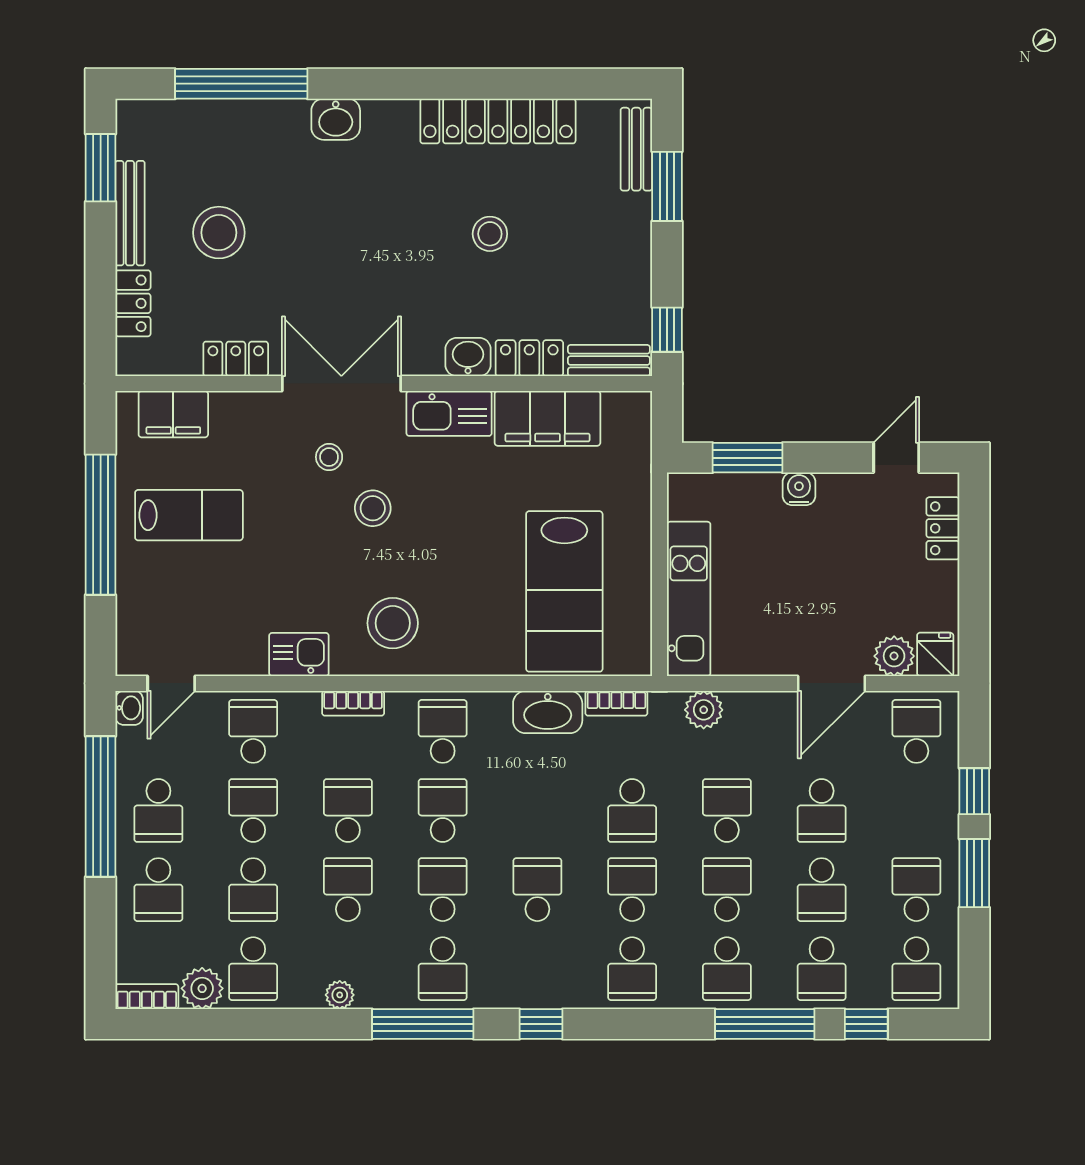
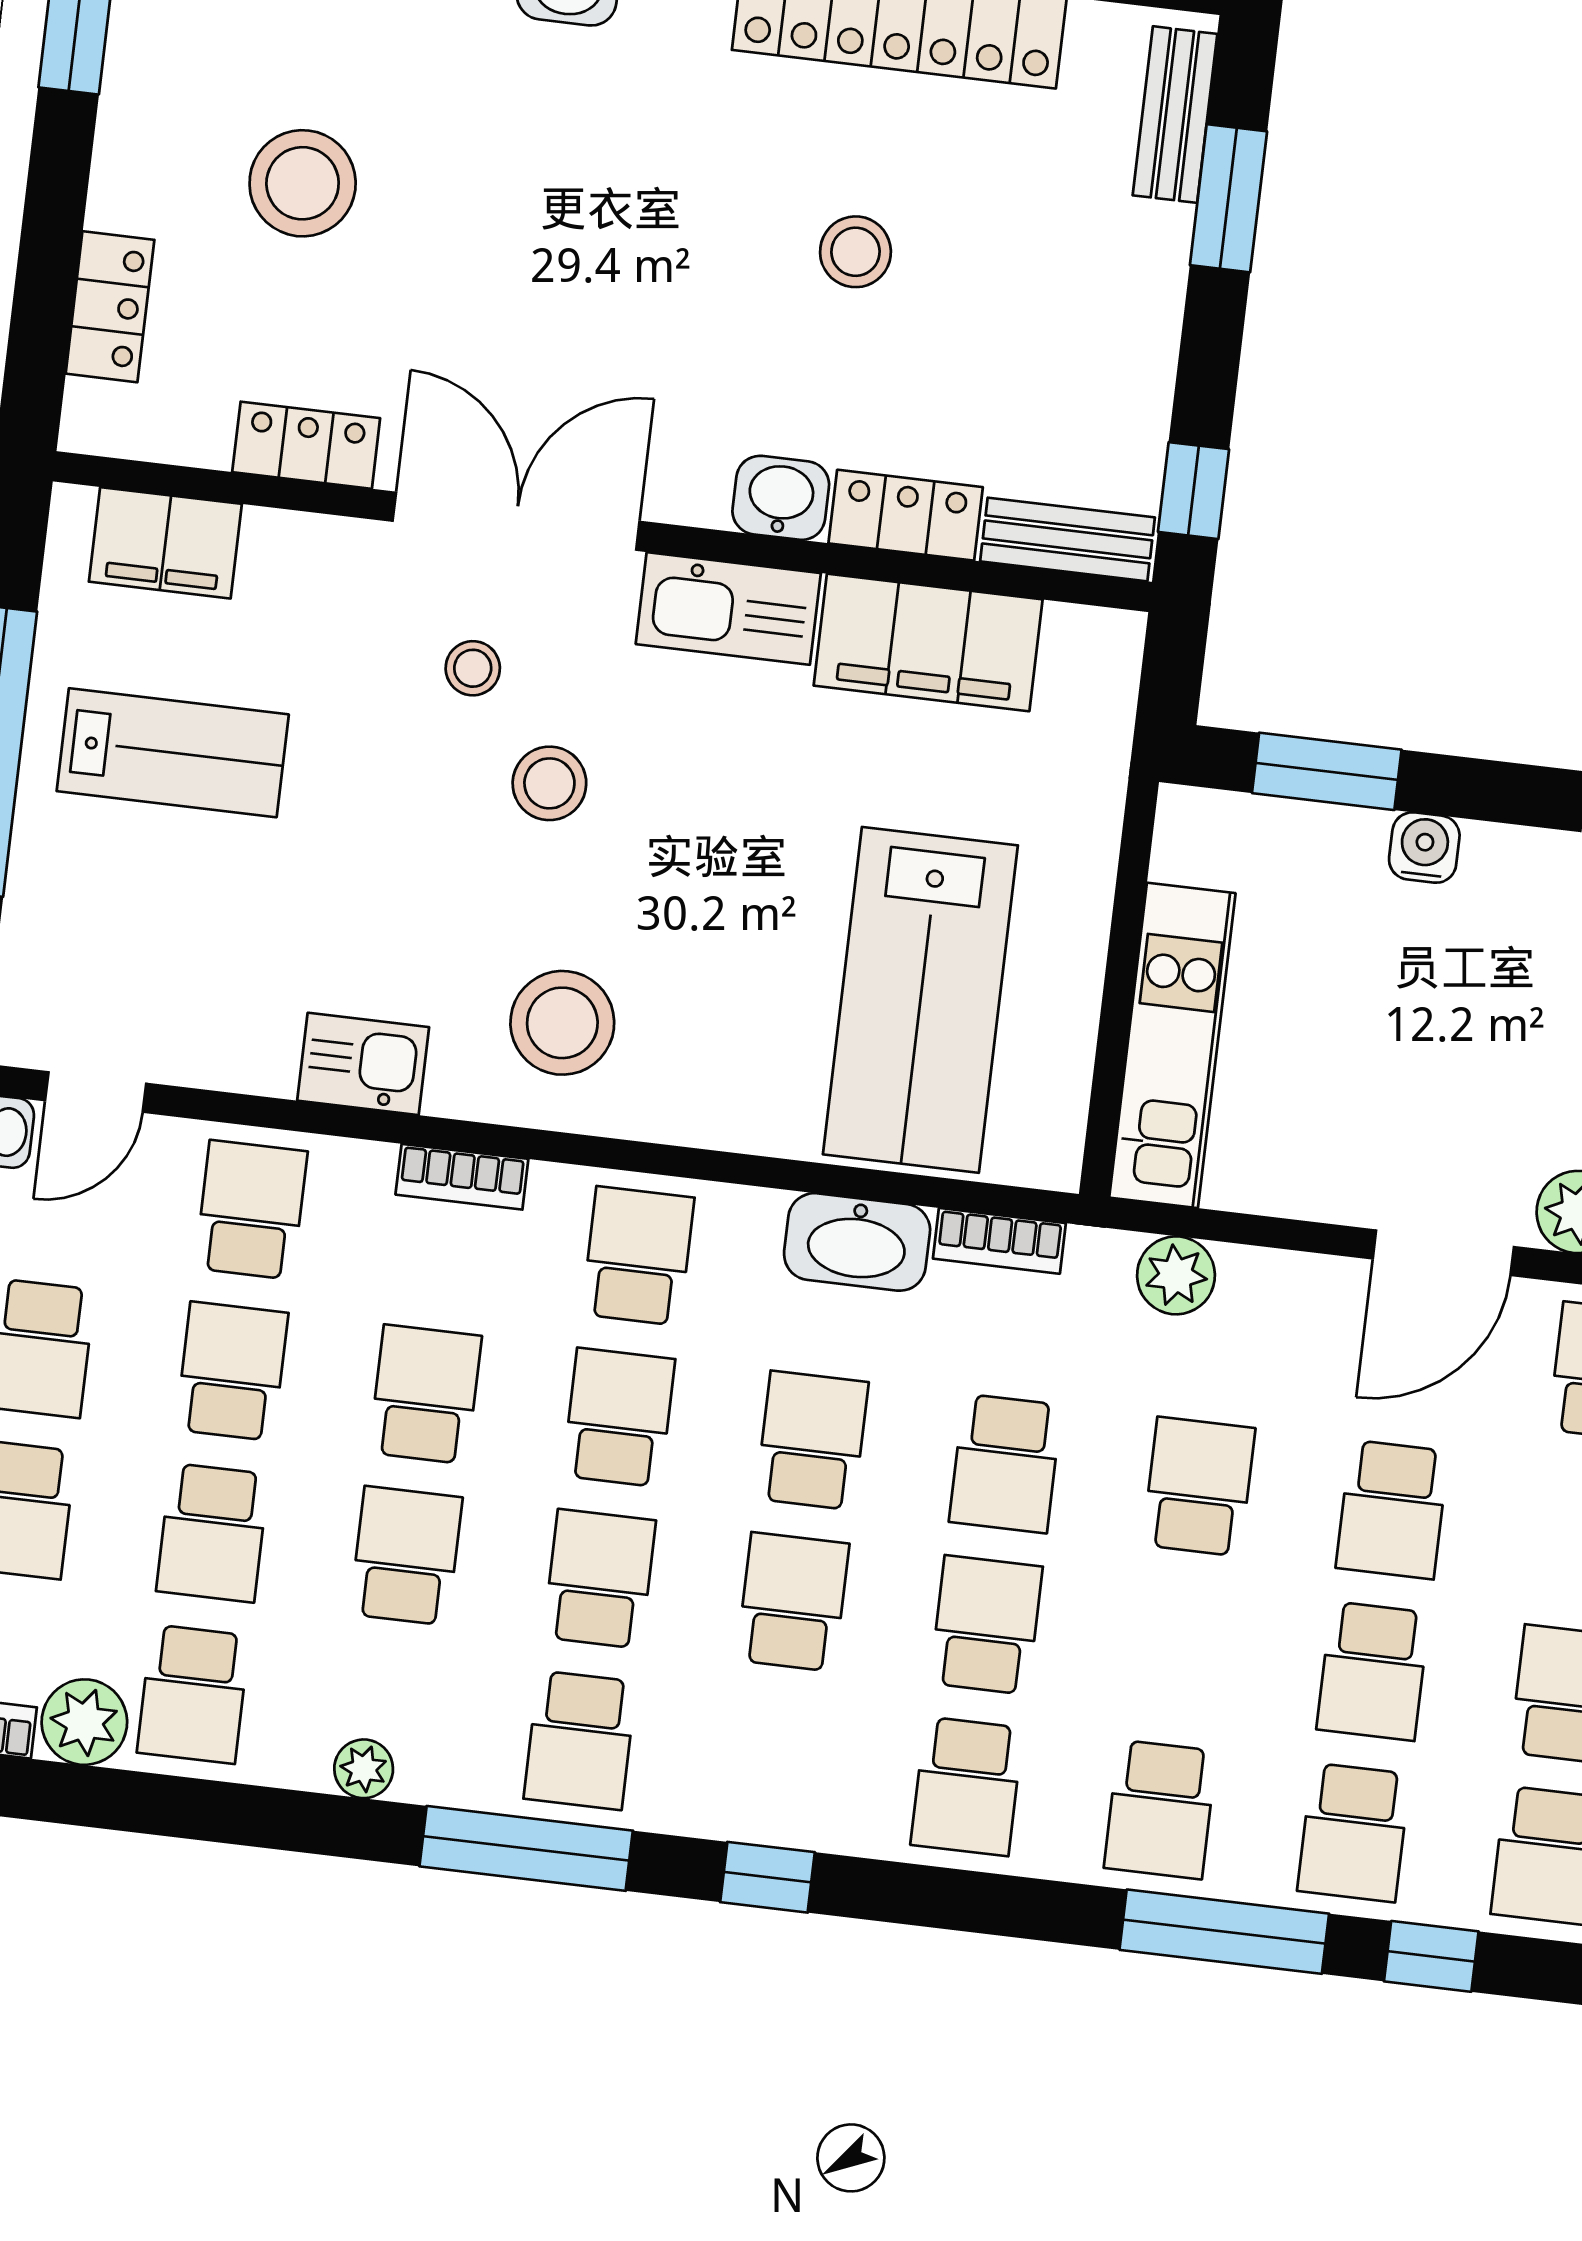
bench: (130, 213) -> (126, 122), removed
school desk: (727, 890) -> (812, 1440), moved

